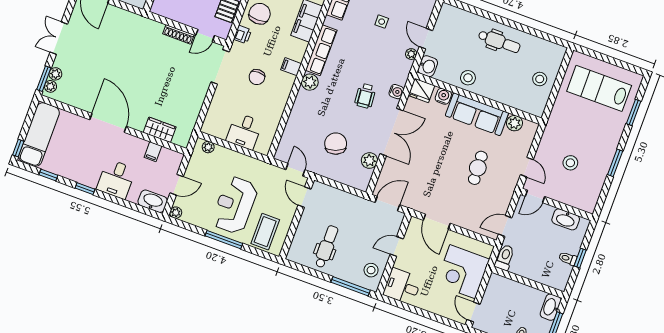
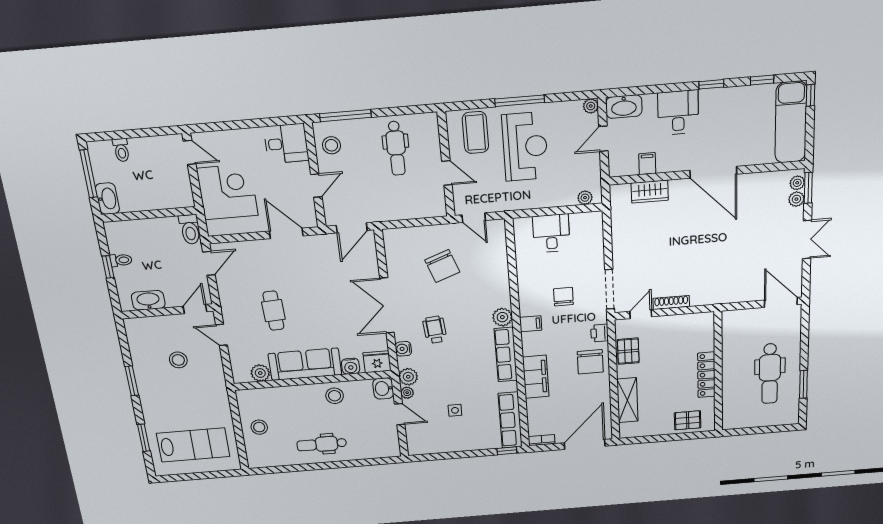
plant: (369, 161) -> (408, 377), moved
door: (305, 197) -> (447, 173), moved

